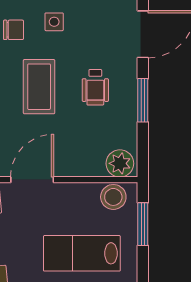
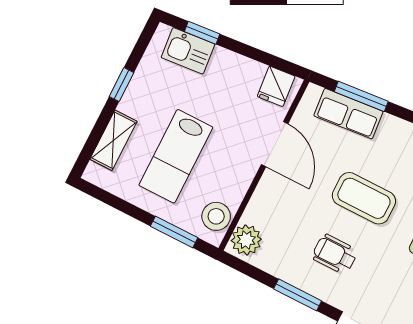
lab bench: (82, 253) -> (176, 156), turned 180

